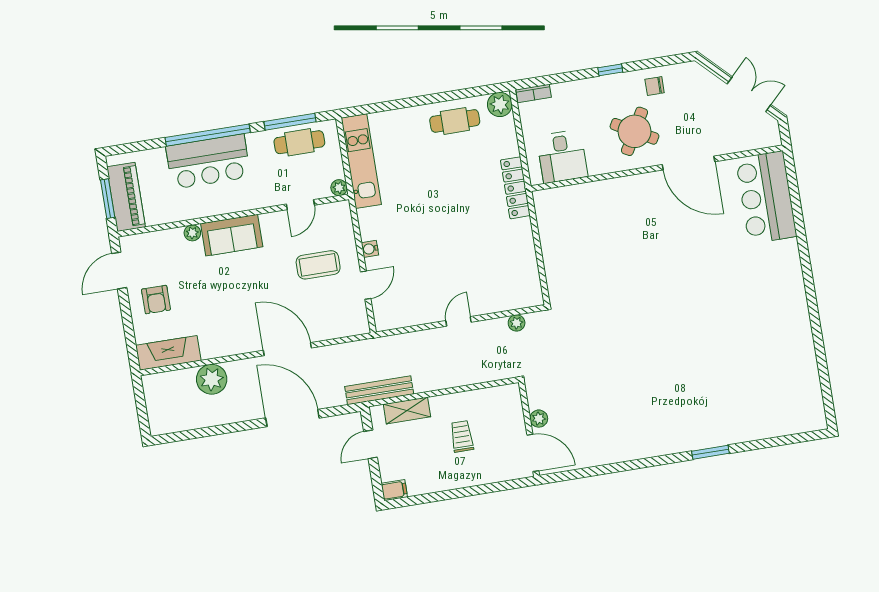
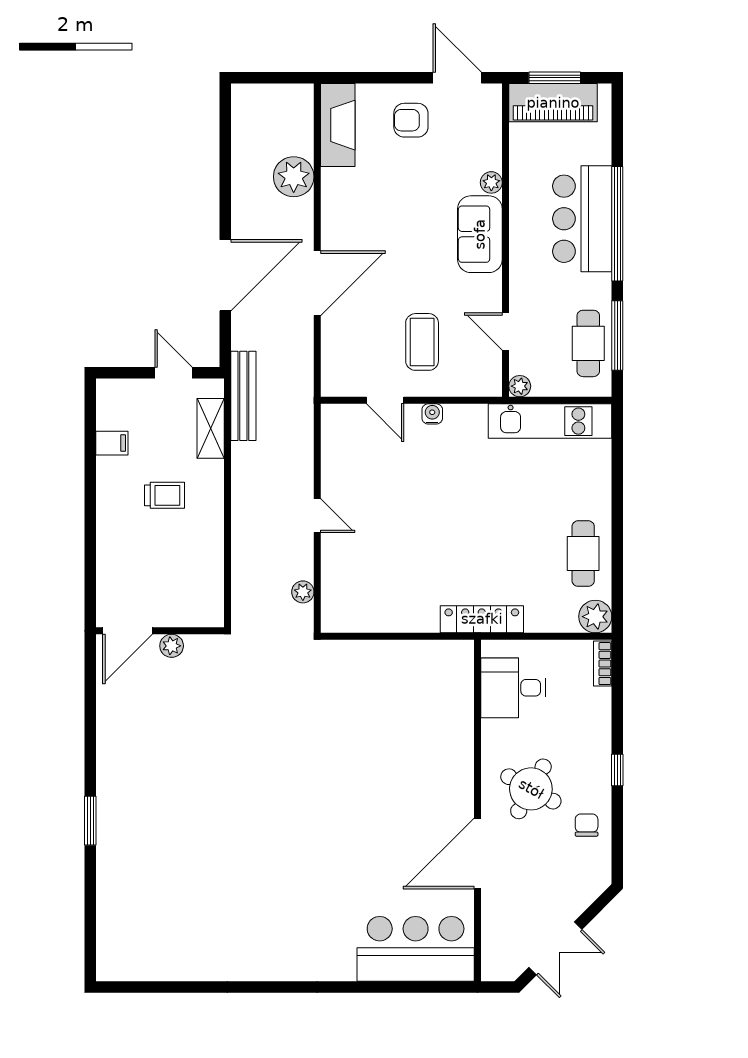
plant: (539, 419) -> (172, 646), moved
wall: (529, 429) -> (160, 631), moved
door: (533, 453) -> (128, 631), moved
filing cabinet: (394, 490) -> (112, 443), moved, turned -90

